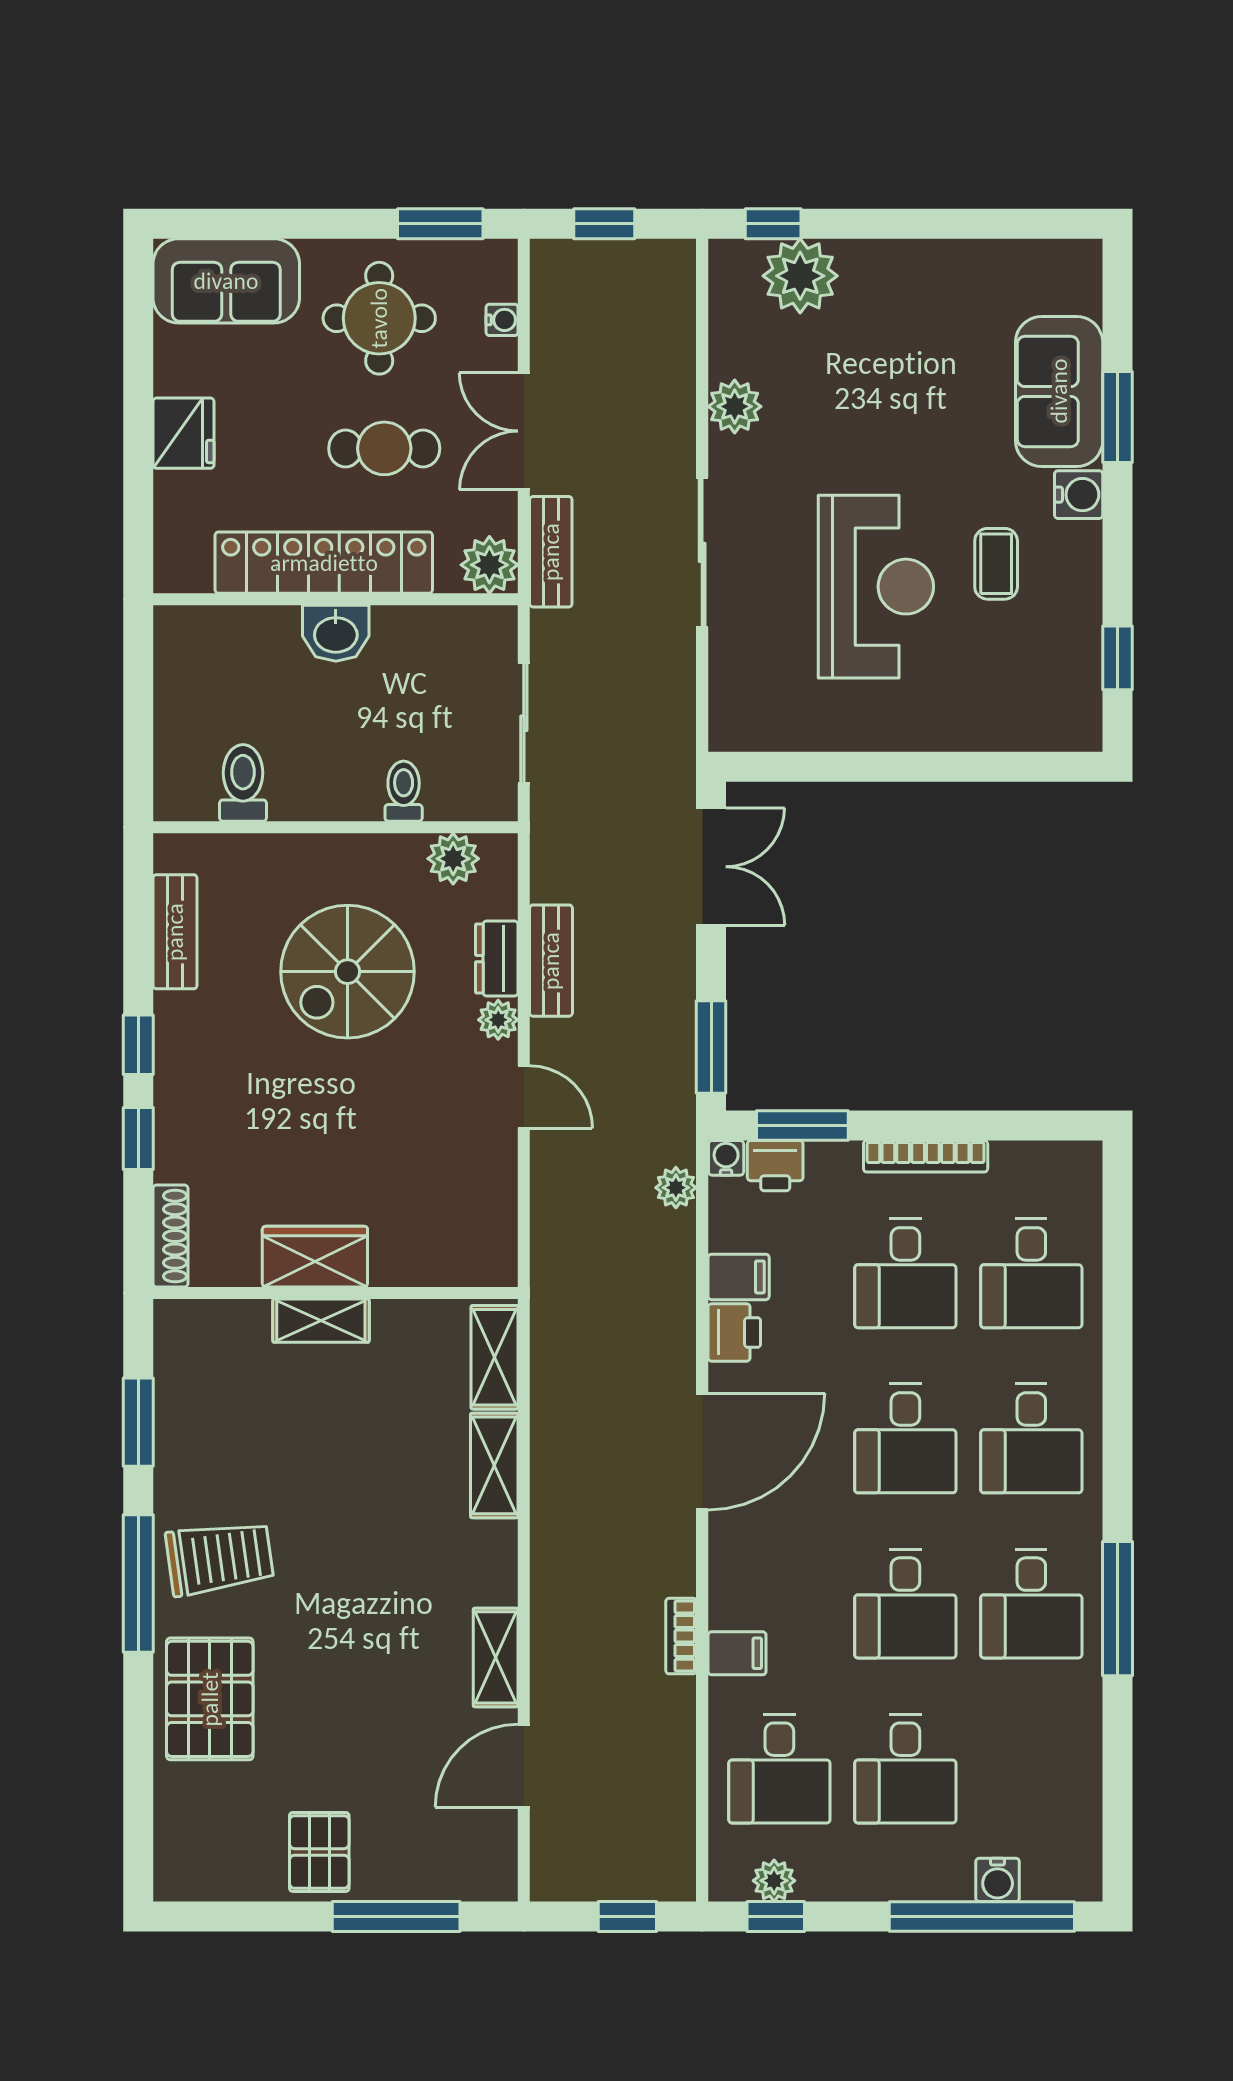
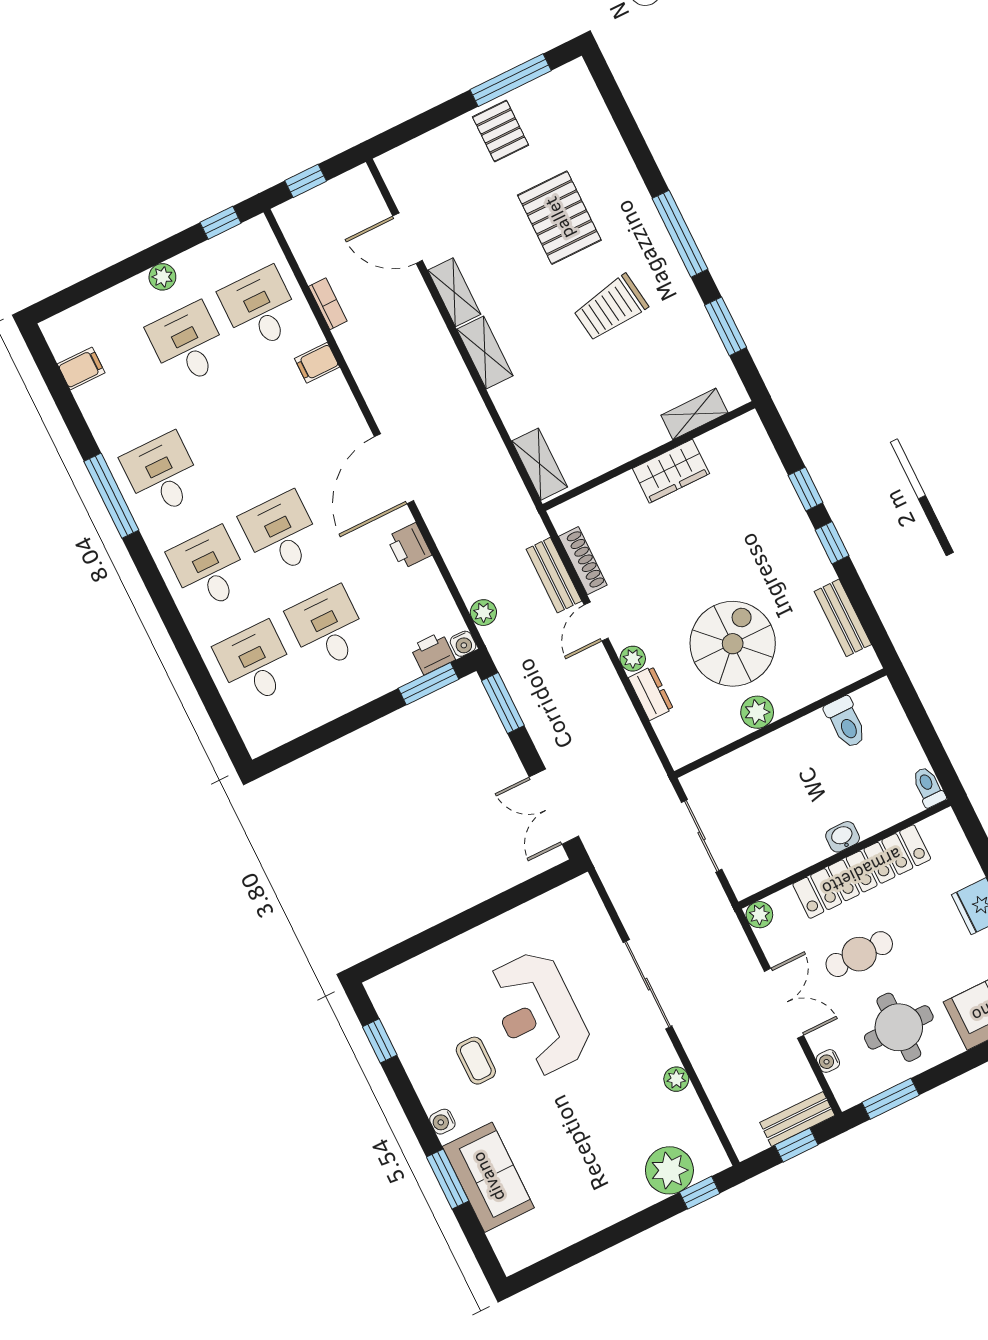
plant: (735, 406) -> (676, 1079), width x0.73, depth x0.73
water cooler: (1079, 495) -> (442, 1122), width x0.72, depth x0.72
bench: (551, 552) -> (797, 1119), moved, turned 90
plant: (489, 565) -> (759, 915), width x0.73, depth x0.73
washbasin: (336, 633) -> (843, 837), width x0.72, depth x0.69
toilet: (404, 791) -> (928, 787), moved, turned 180
plant: (453, 859) -> (757, 712), moved
bench: (551, 961) -> (554, 575), moved
door: (524, 1097) -> (596, 622), hinge flipped
bookcase: (926, 1156) -> (349, 701), removed
shoe rack: (170, 1236) -> (583, 561), moved, turned 180
filing cabinet: (739, 1277) -> (81, 368), moved, turned 180
shelving: (321, 1321) -> (694, 414), moved
shelving: (494, 1465) -> (485, 353), moved
trolley: (220, 1558) -> (611, 308), moved
desk: (905, 1604) -> (235, 439), removed
bookcase: (681, 1636) -> (328, 304), moved
pallet: (210, 1699) -> (559, 218), moved
door: (524, 1766) -> (408, 238), swing flipped
water cooler: (998, 1880) -> (104, 306), removed
plant: (774, 1881) -> (162, 277), moved
window: (396, 1916) -> (511, 80), moved
window: (982, 1916) -> (102, 281), removed

